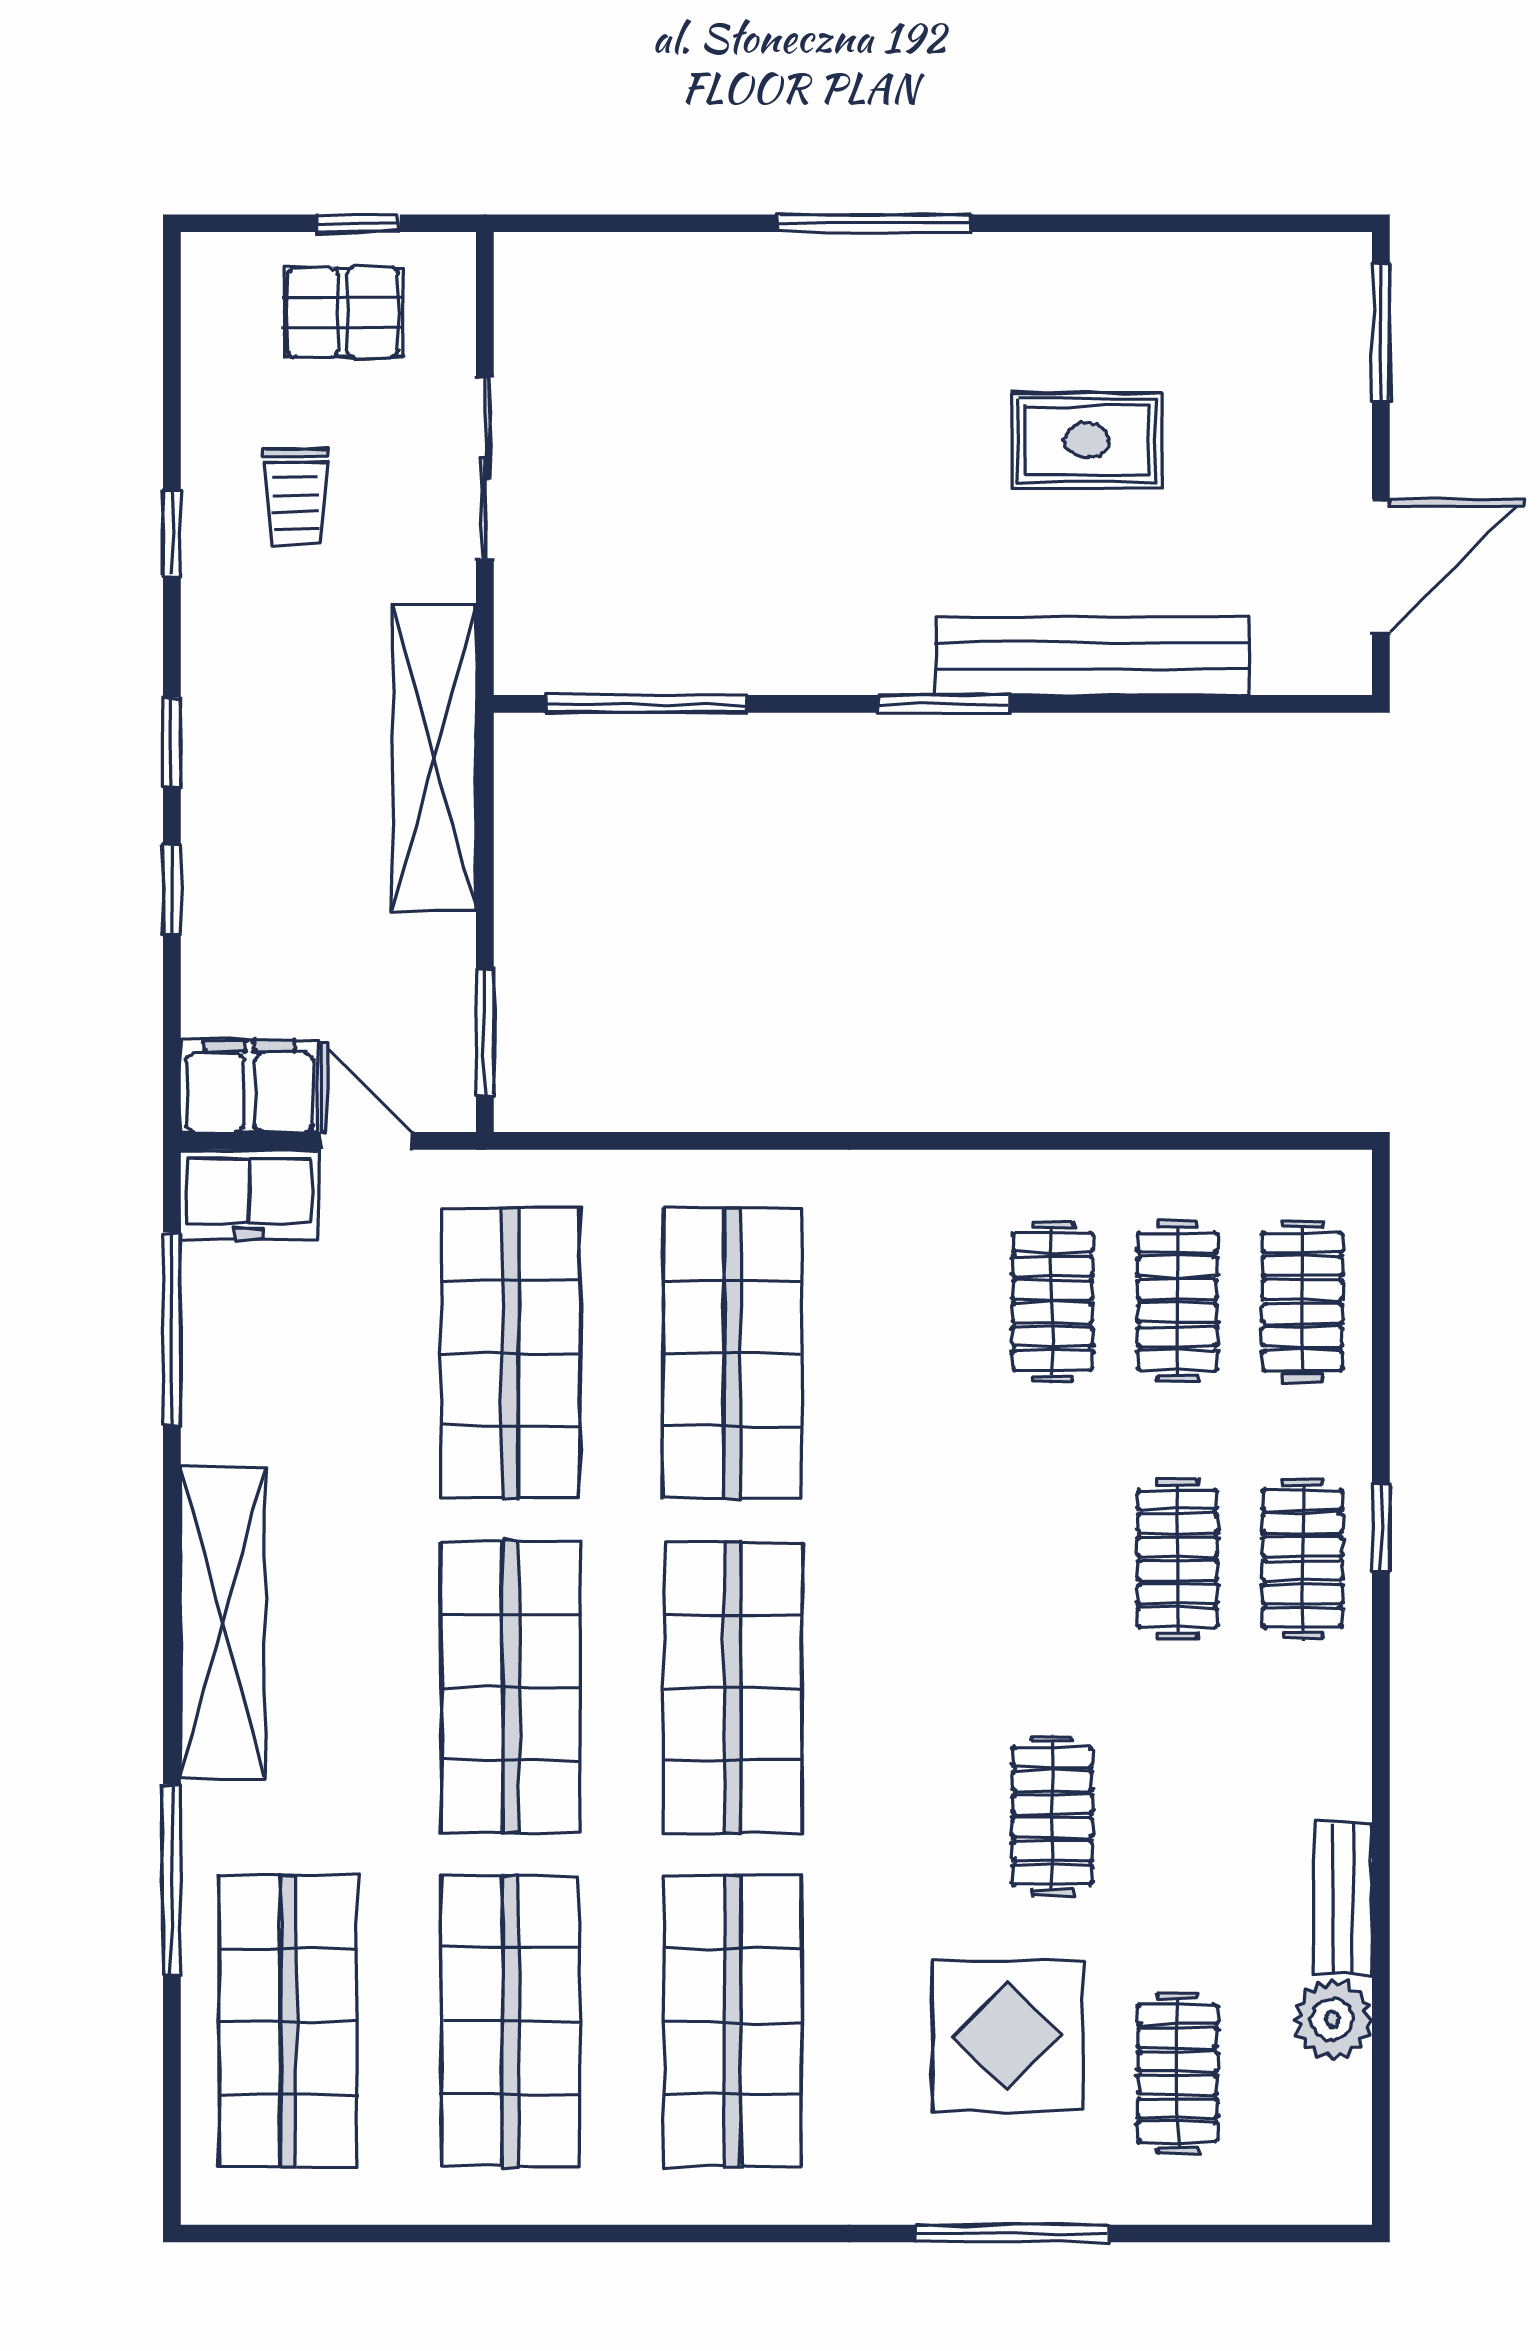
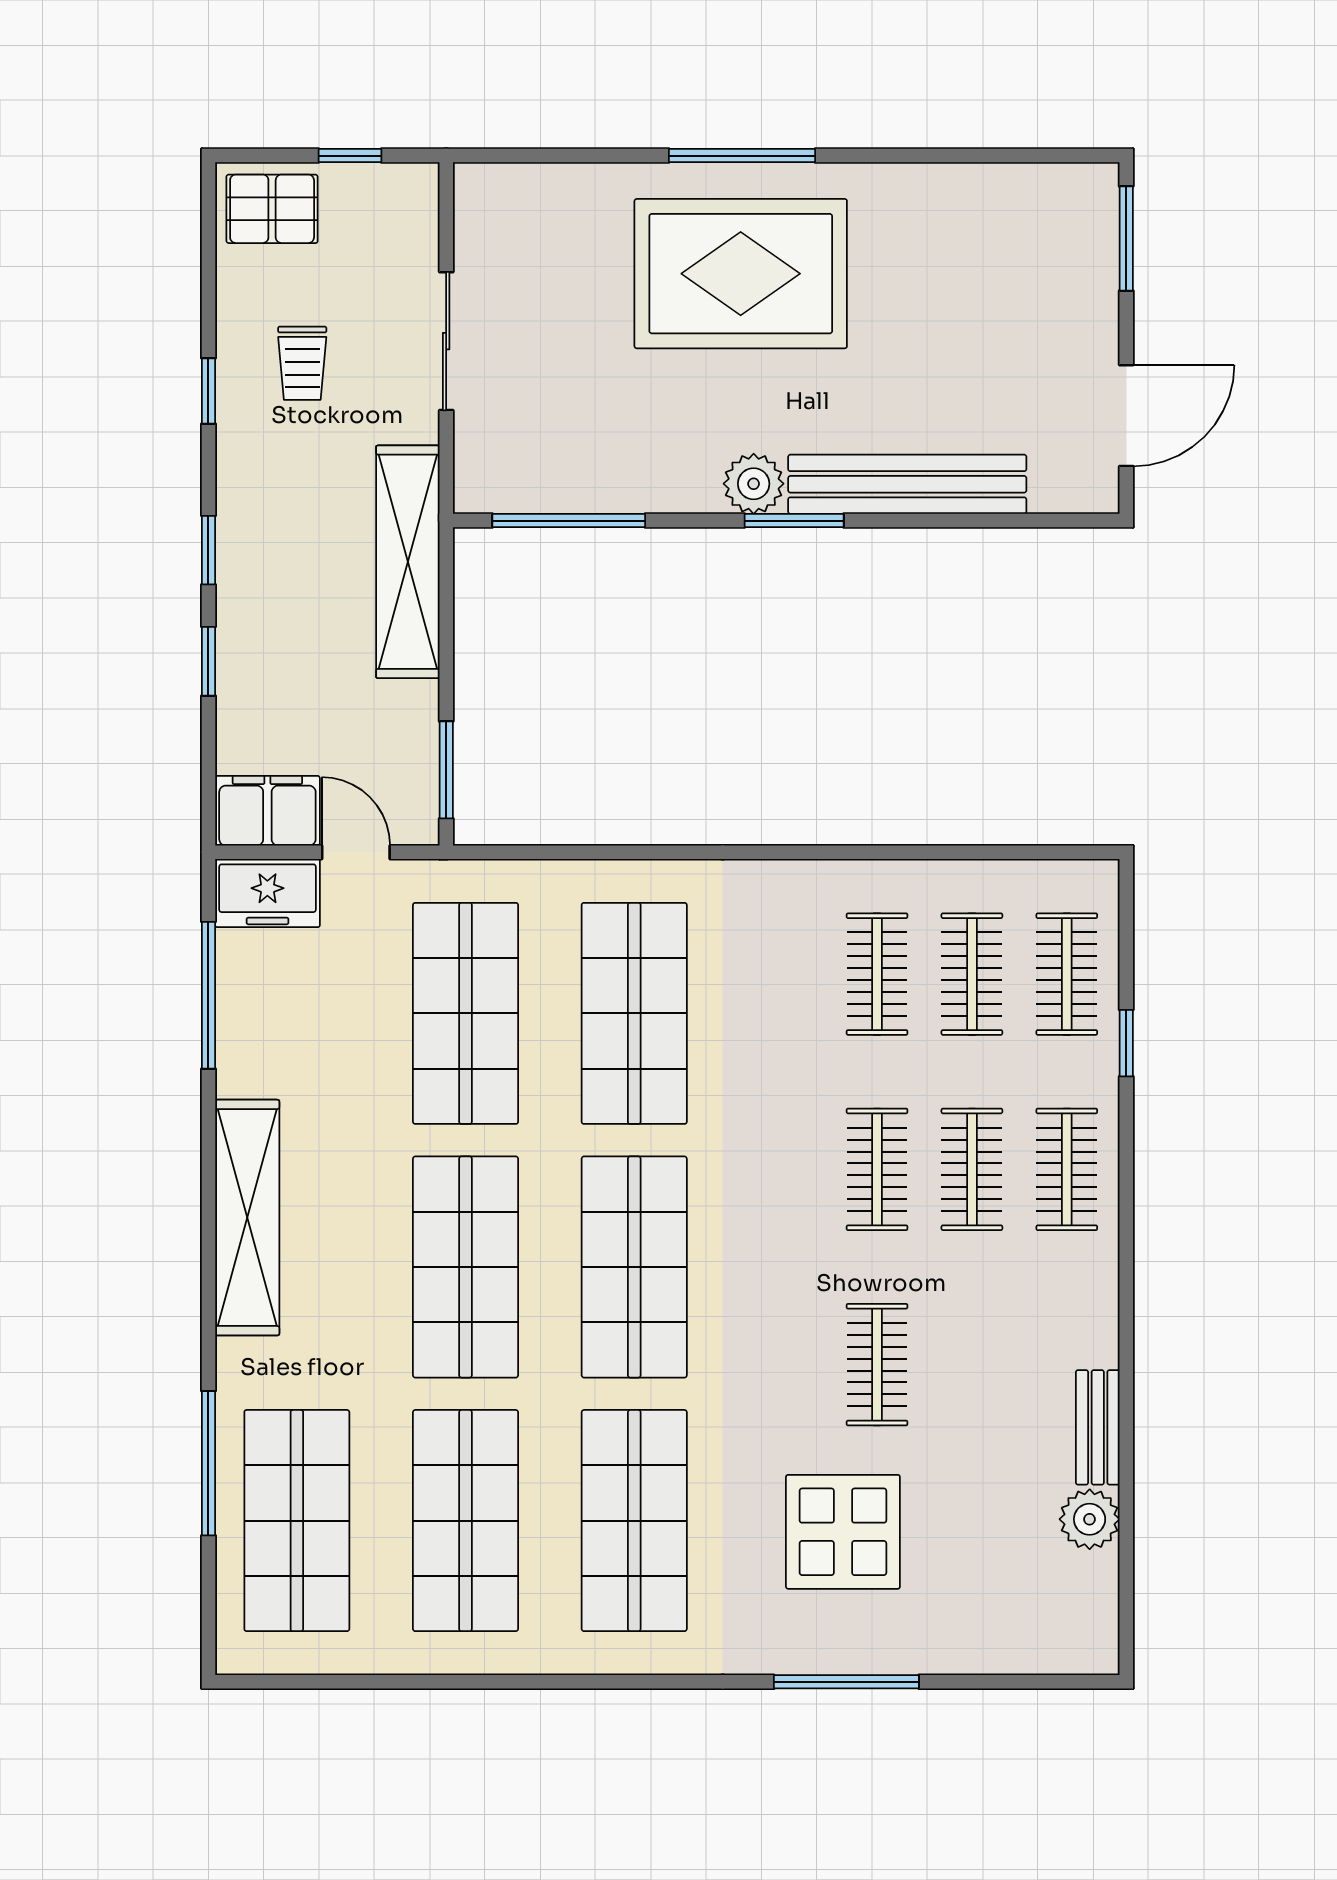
pallet: (343, 312) -> (272, 209), moved
rug: (1087, 440) -> (741, 274), moved, width x1.86, depth x2.06
plant: (890, 656) -> (754, 484), added
window: (1381, 1528) -> (1126, 1043), moved
window: (172, 1880) -> (208, 1463), moved
clothes rail: (1177, 2073) -> (877, 1169), moved

